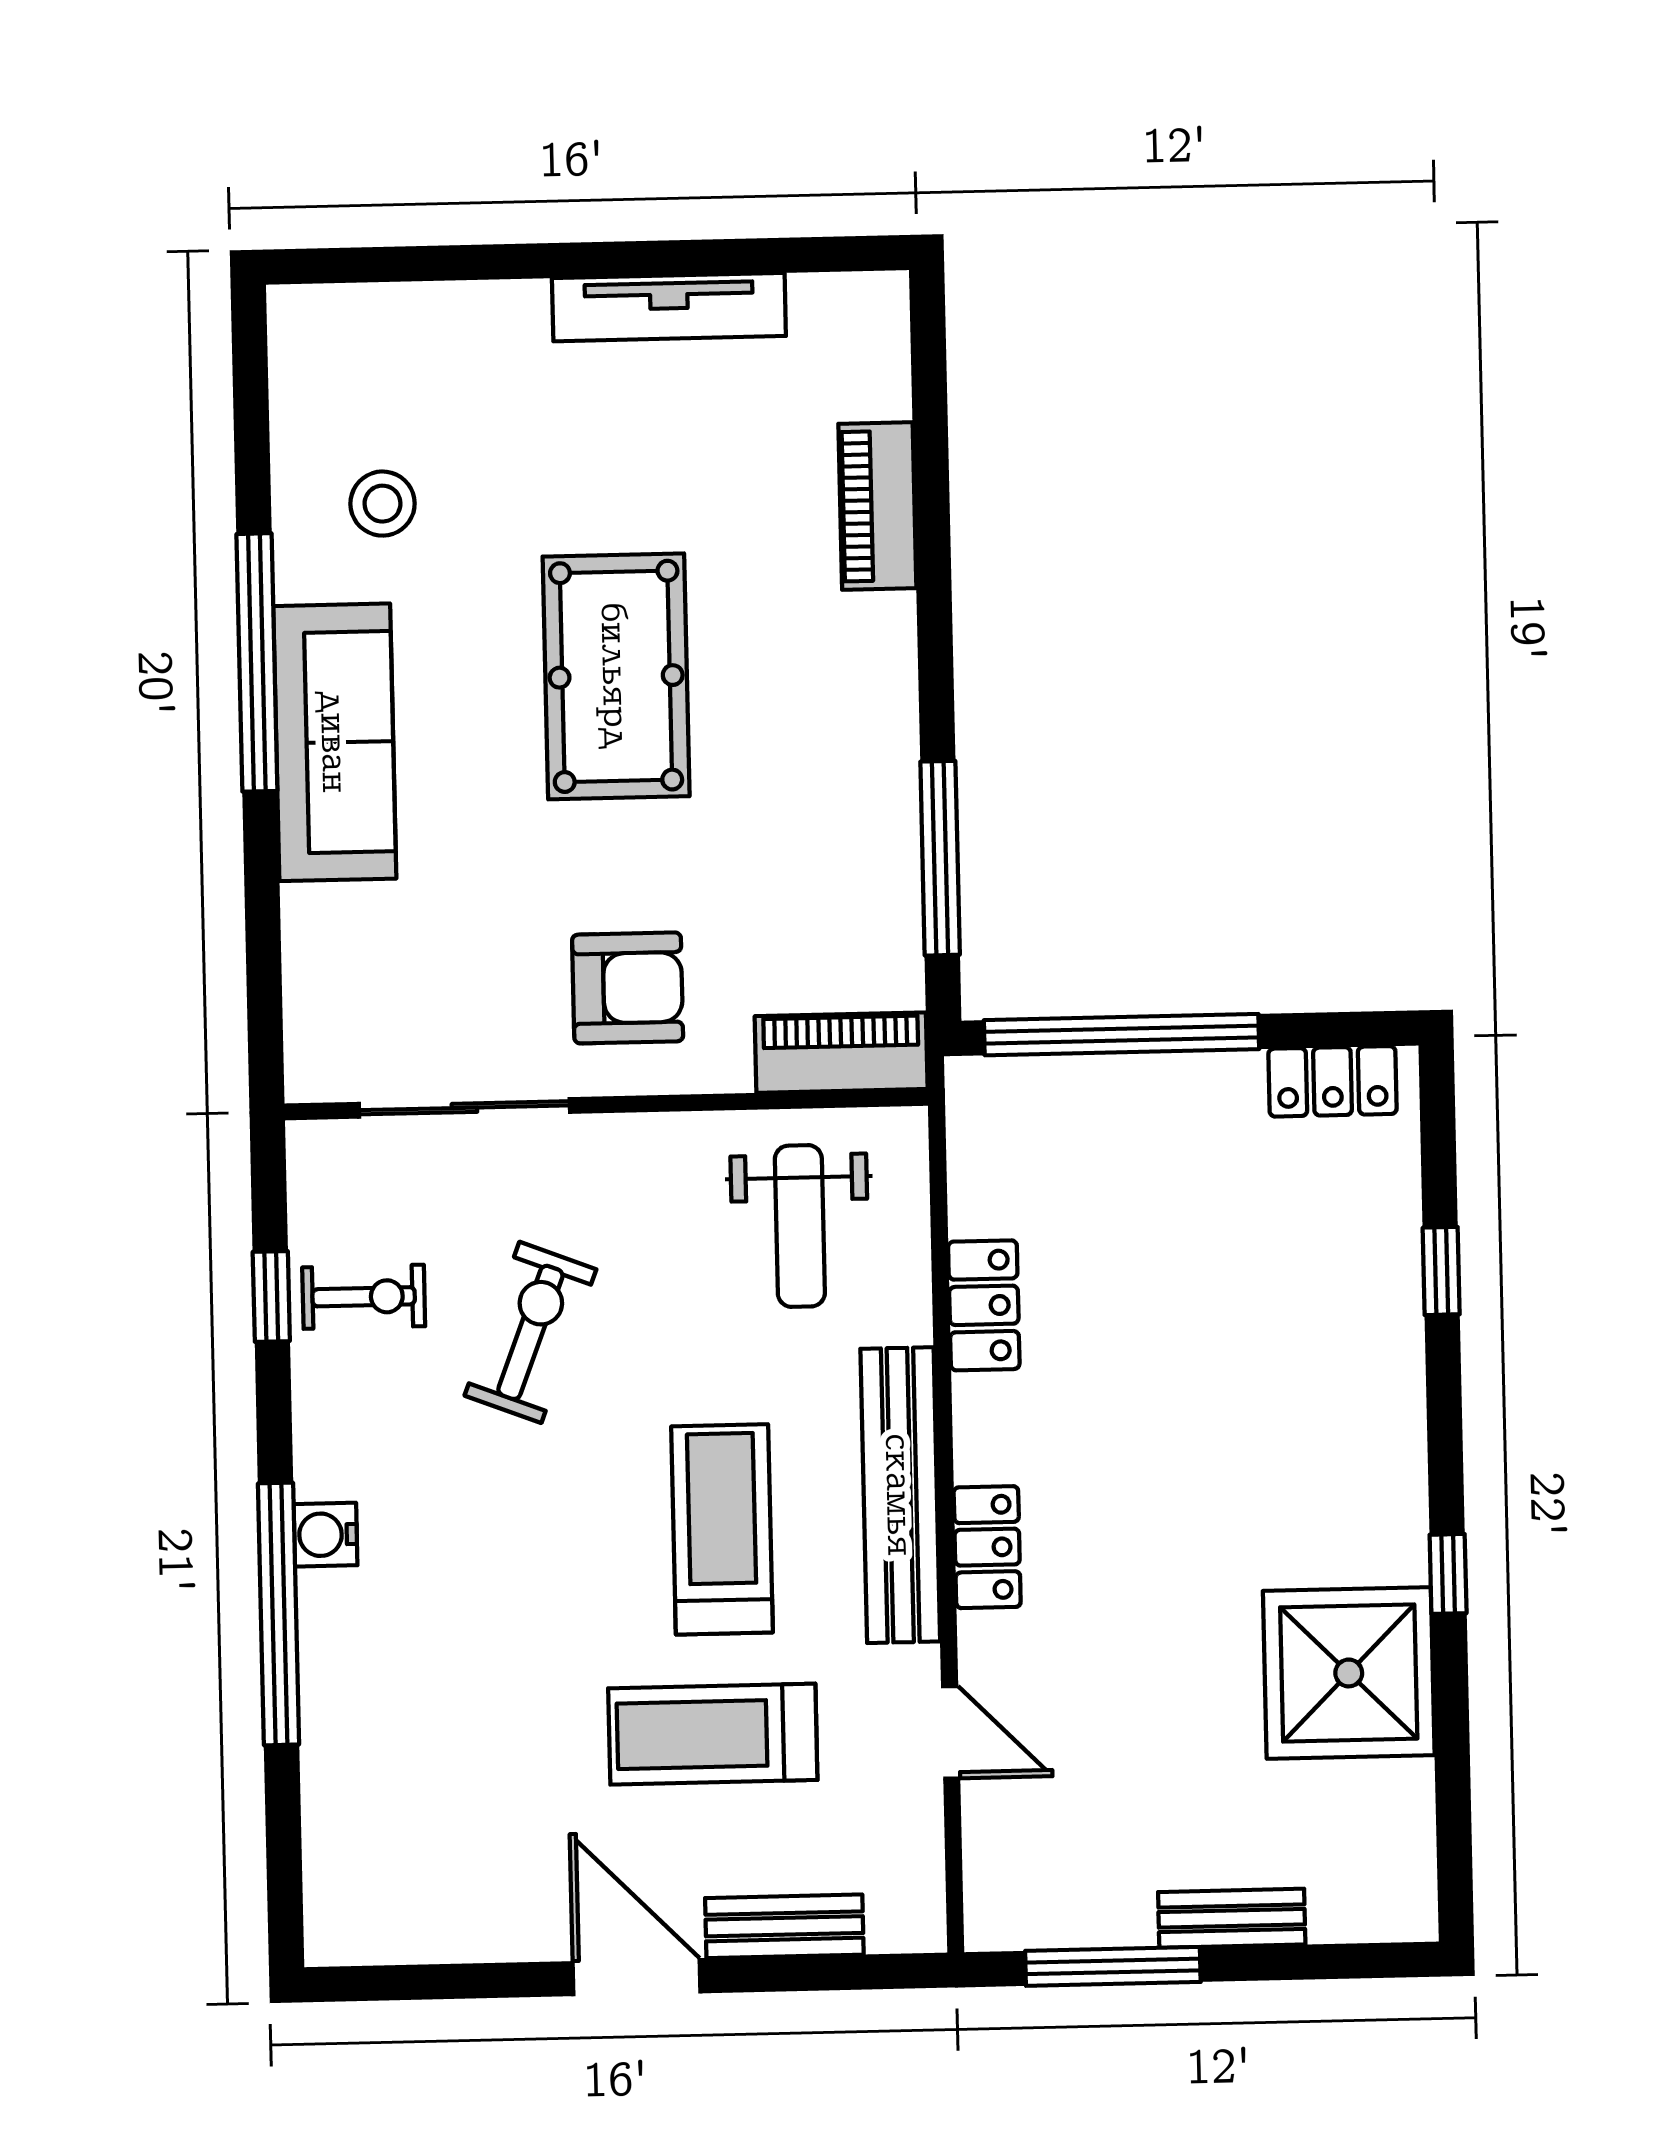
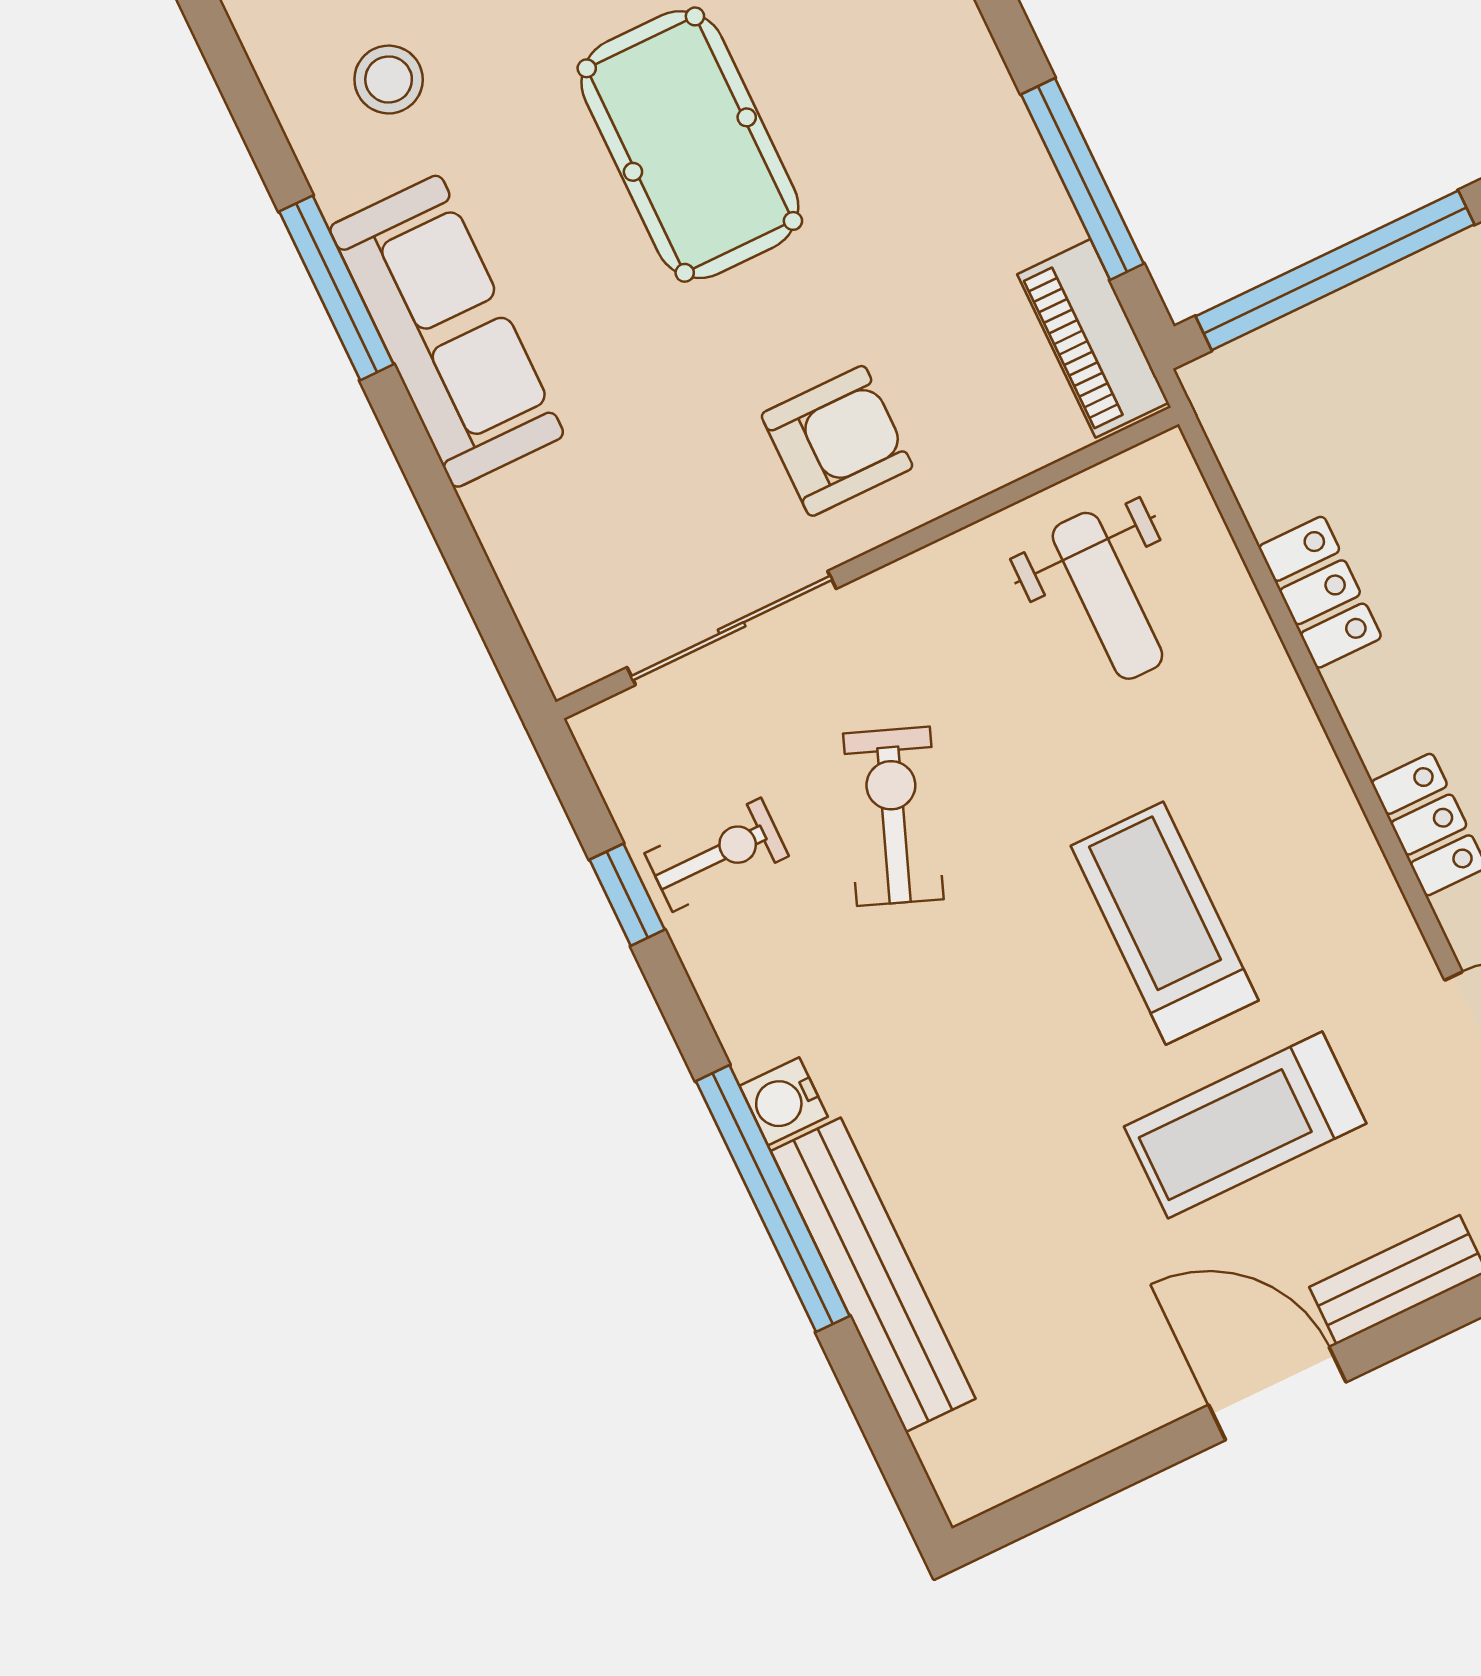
window: (257, 662) -> (336, 288), width x0.68
piano: (841, 1053) -> (1093, 338), moved, turned -90
bench: (900, 1495) -> (873, 1275), moved

